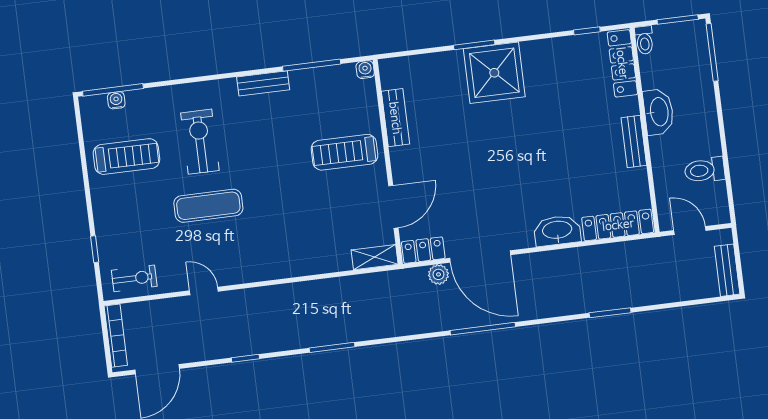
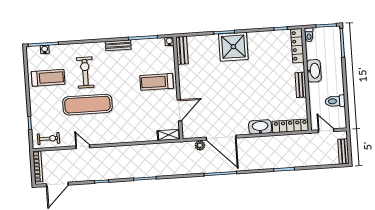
bench: (395, 118) -> (182, 50), moved
exercise mat: (208, 206) -> (87, 105), width x1.36, depth x1.45
locker: (423, 250) -> (193, 133), removed

